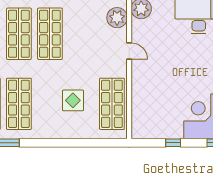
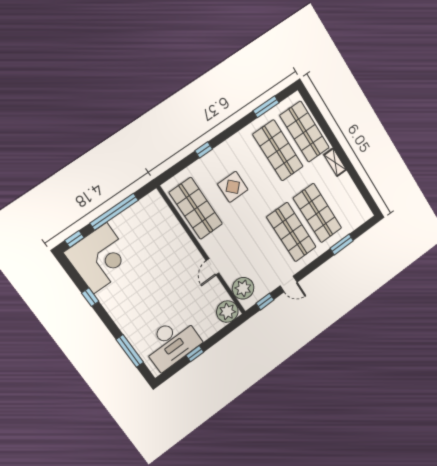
door: (129, 51) -> (213, 267), hinge flipped
window: (77, 143) -> (204, 150), added
window: (173, 143) -> (114, 212), width x3.17

